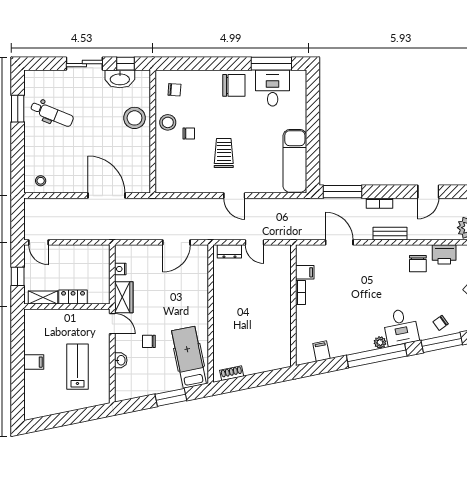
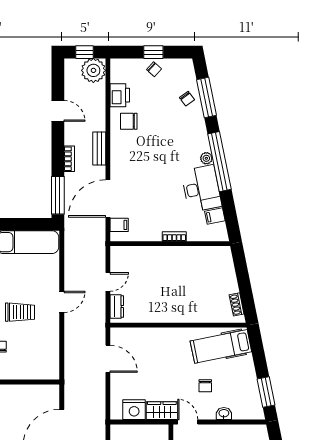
trolley: (224, 153) -> (20, 312), turned 180
door: (339, 242) -> (108, 198), width x1.36
chair: (418, 264) -> (129, 121), turned 180
nightstand: (120, 269) -> (134, 410), width x1.89, depth x1.79
filing cabinet: (305, 272) -> (119, 225), moved, turned 90
bookcase: (301, 293) -> (174, 236), moved
door: (112, 324) -> (188, 422), hinge flipped
desk: (401, 327) -> (201, 189), moved, width x1.37
window: (171, 397) -> (266, 392), moved

